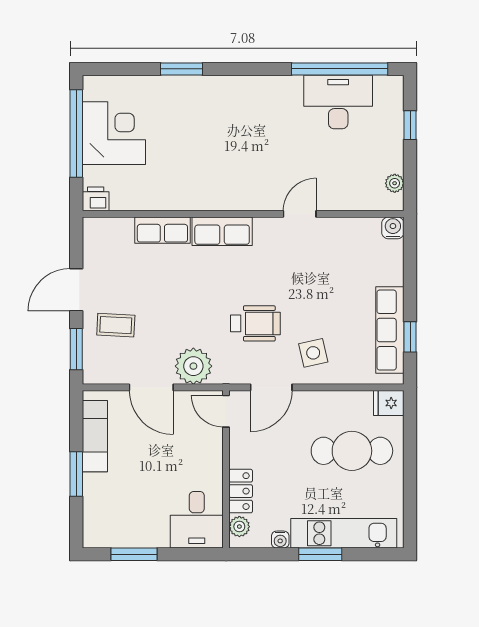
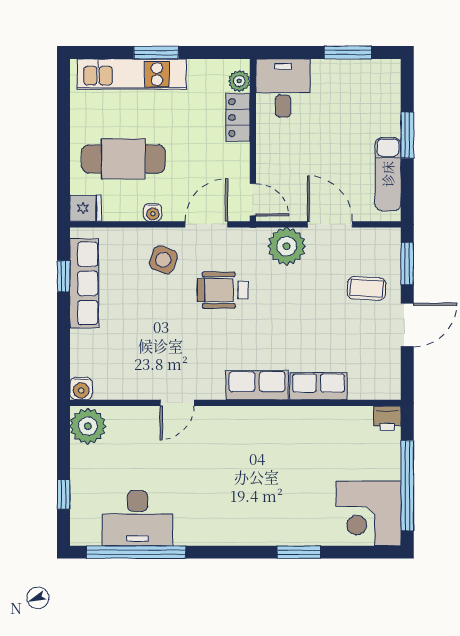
corner desk: (114, 133) -> (368, 513), moved
plant: (395, 183) -> (88, 426), width x1.87, depth x1.87
side table: (313, 353) -> (163, 260), turned 33
water cooler: (280, 540) -> (153, 212), moved, turned 180

